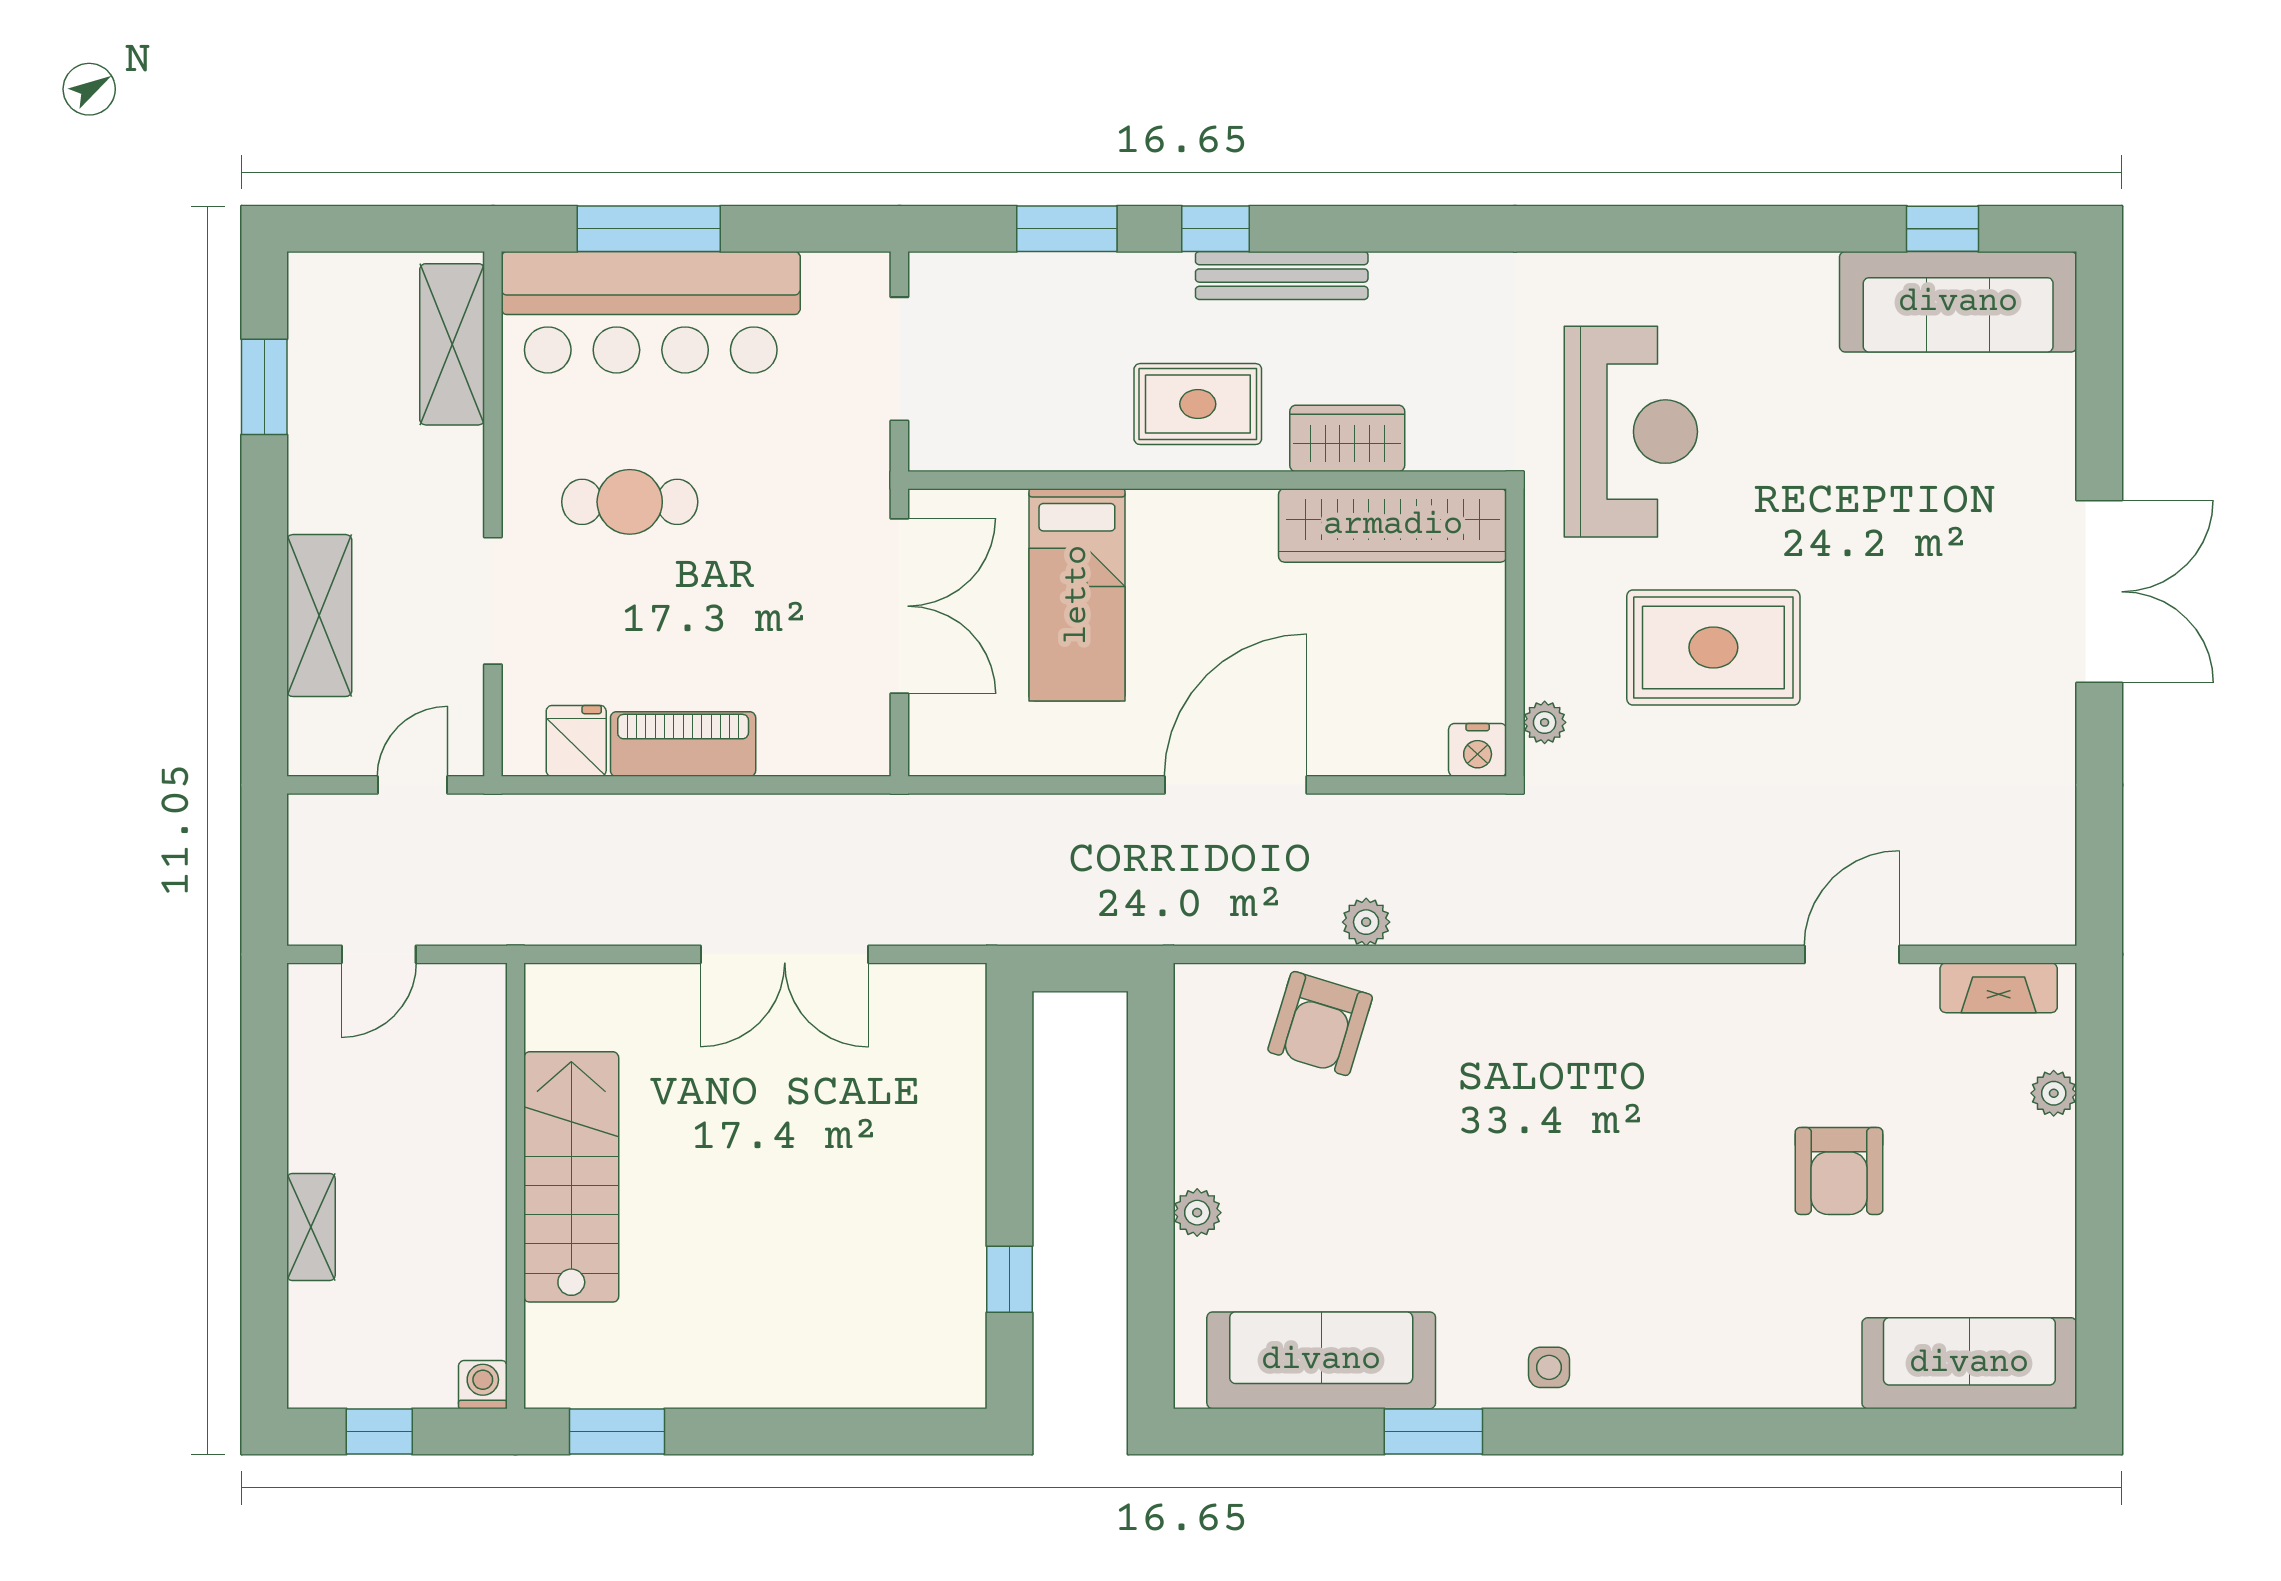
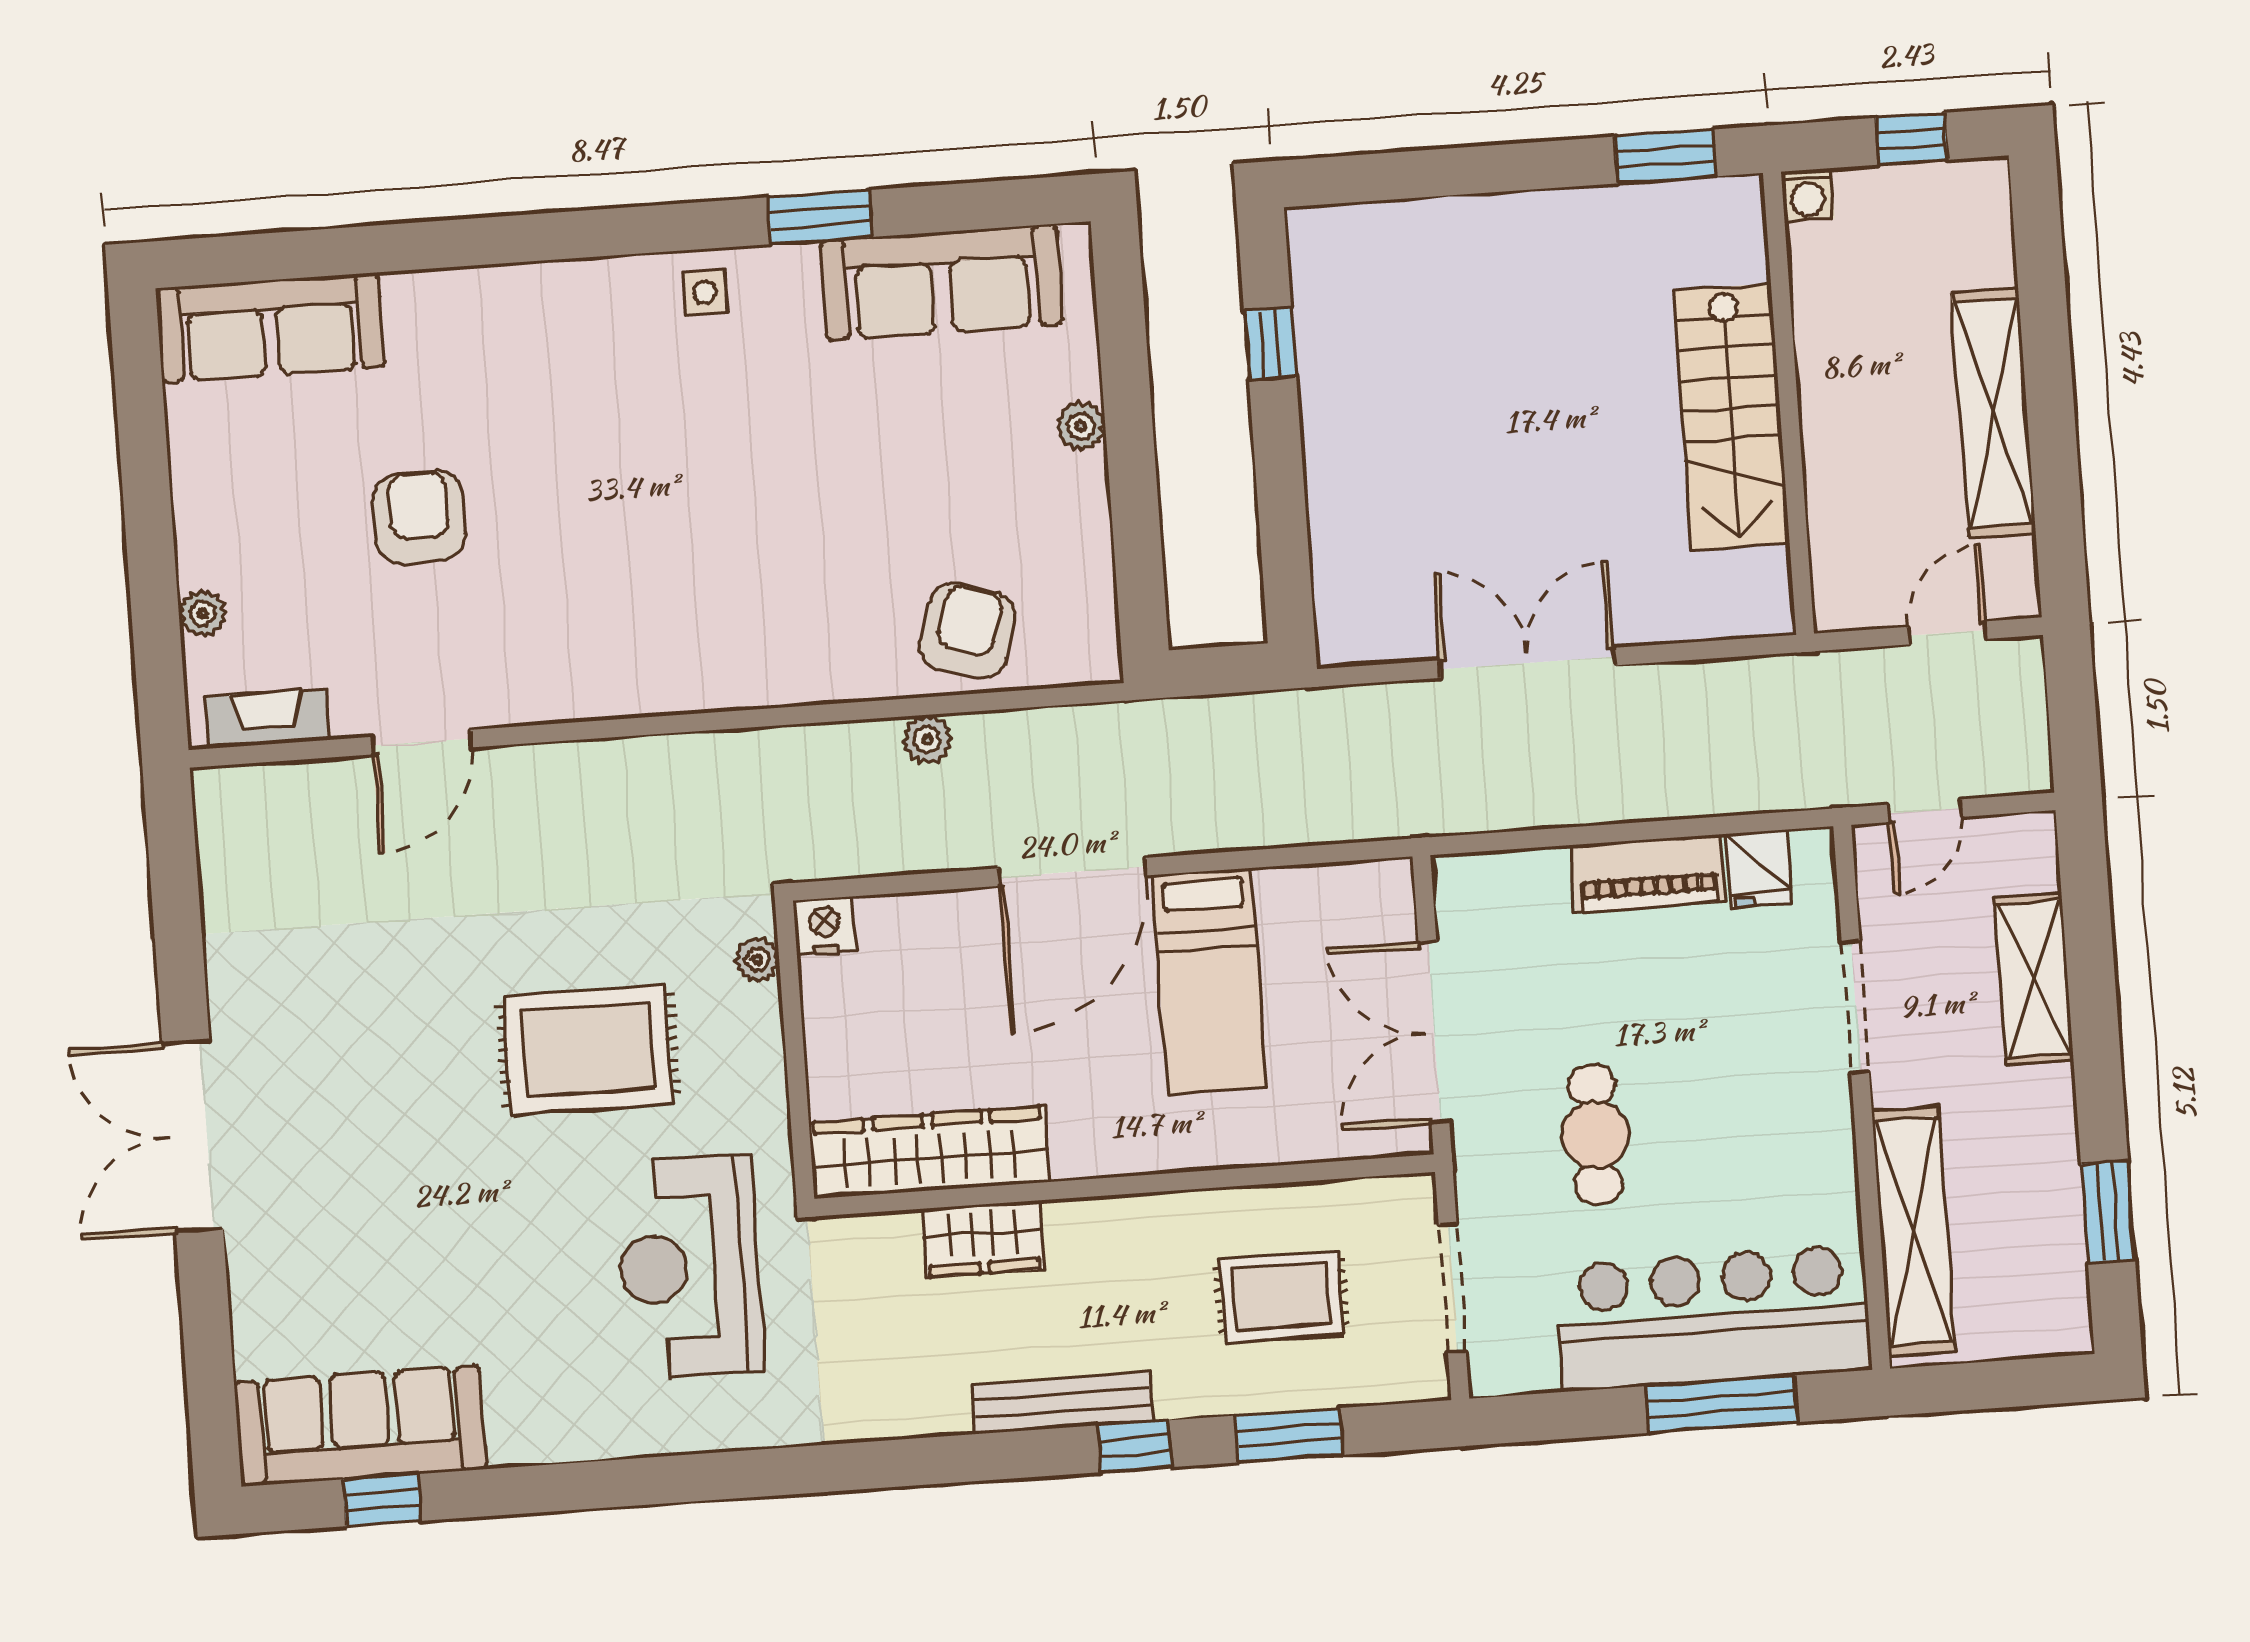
shelving: (452, 344) -> (1914, 1231), width x1.47
rug: (1198, 404) -> (1281, 1296), moved
cafe table: (630, 502) -> (1595, 1135), moved, turned 90
bed: (1077, 595) -> (1209, 981), moved, turned 180
shelving: (311, 1227) -> (1994, 413), width x2.20, depth x1.33

